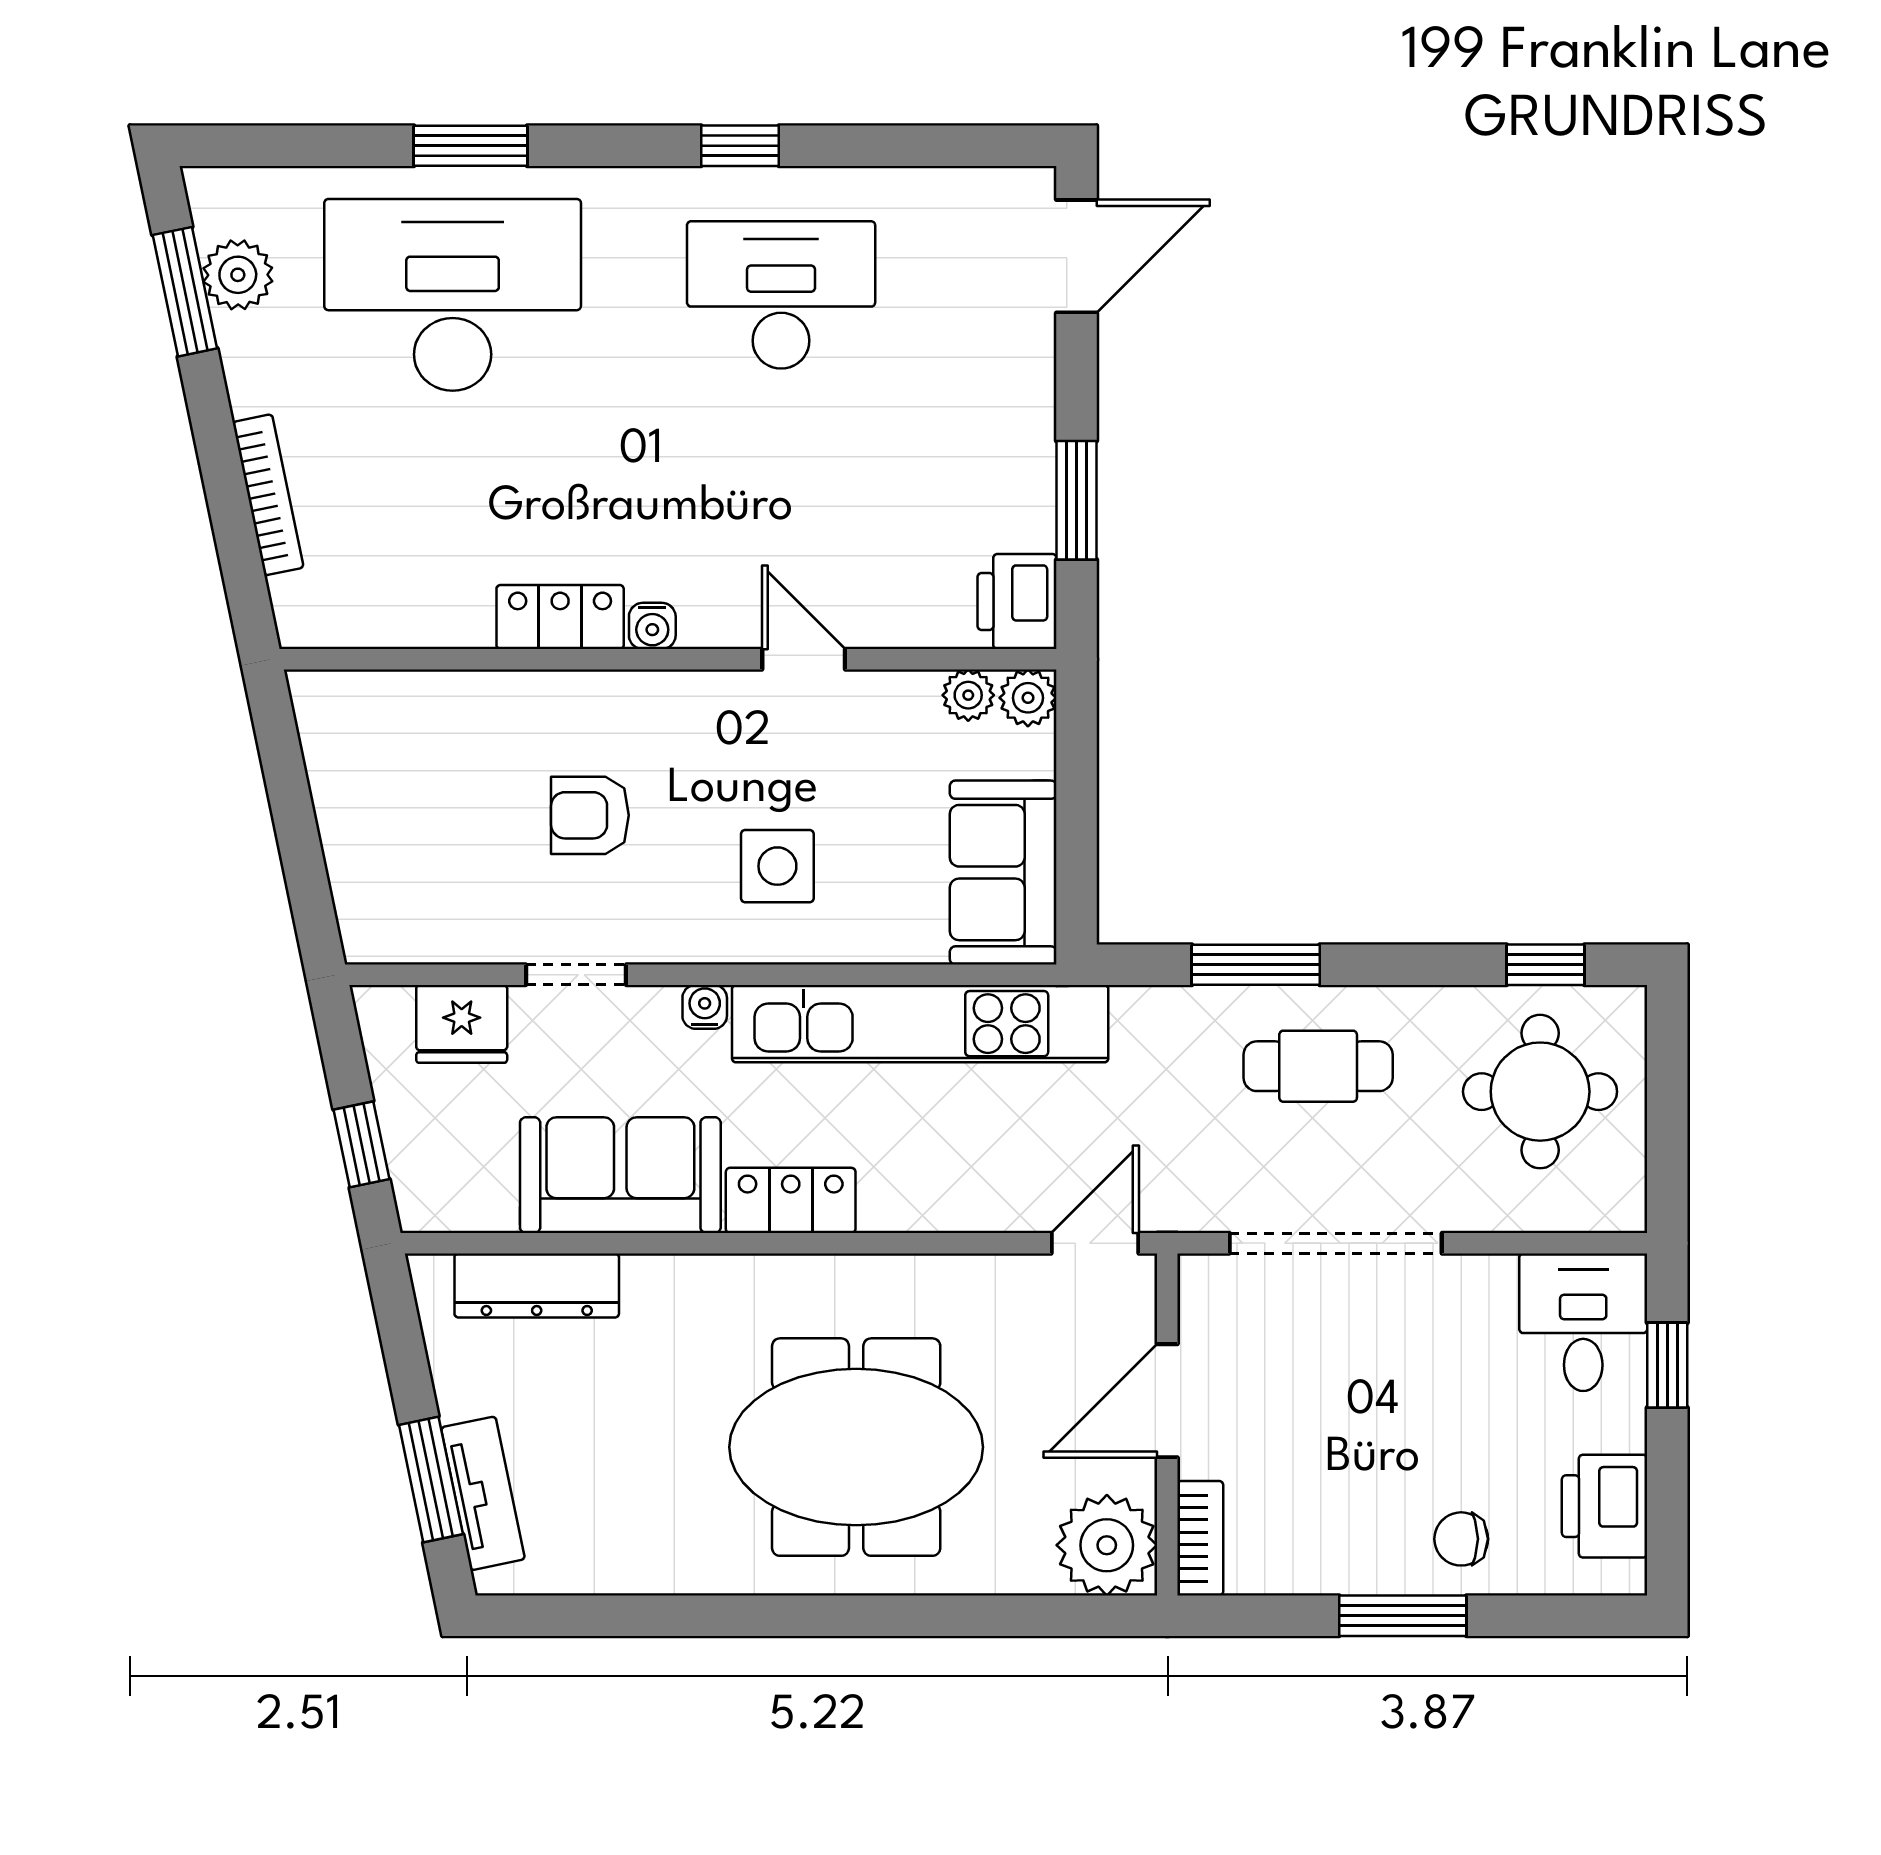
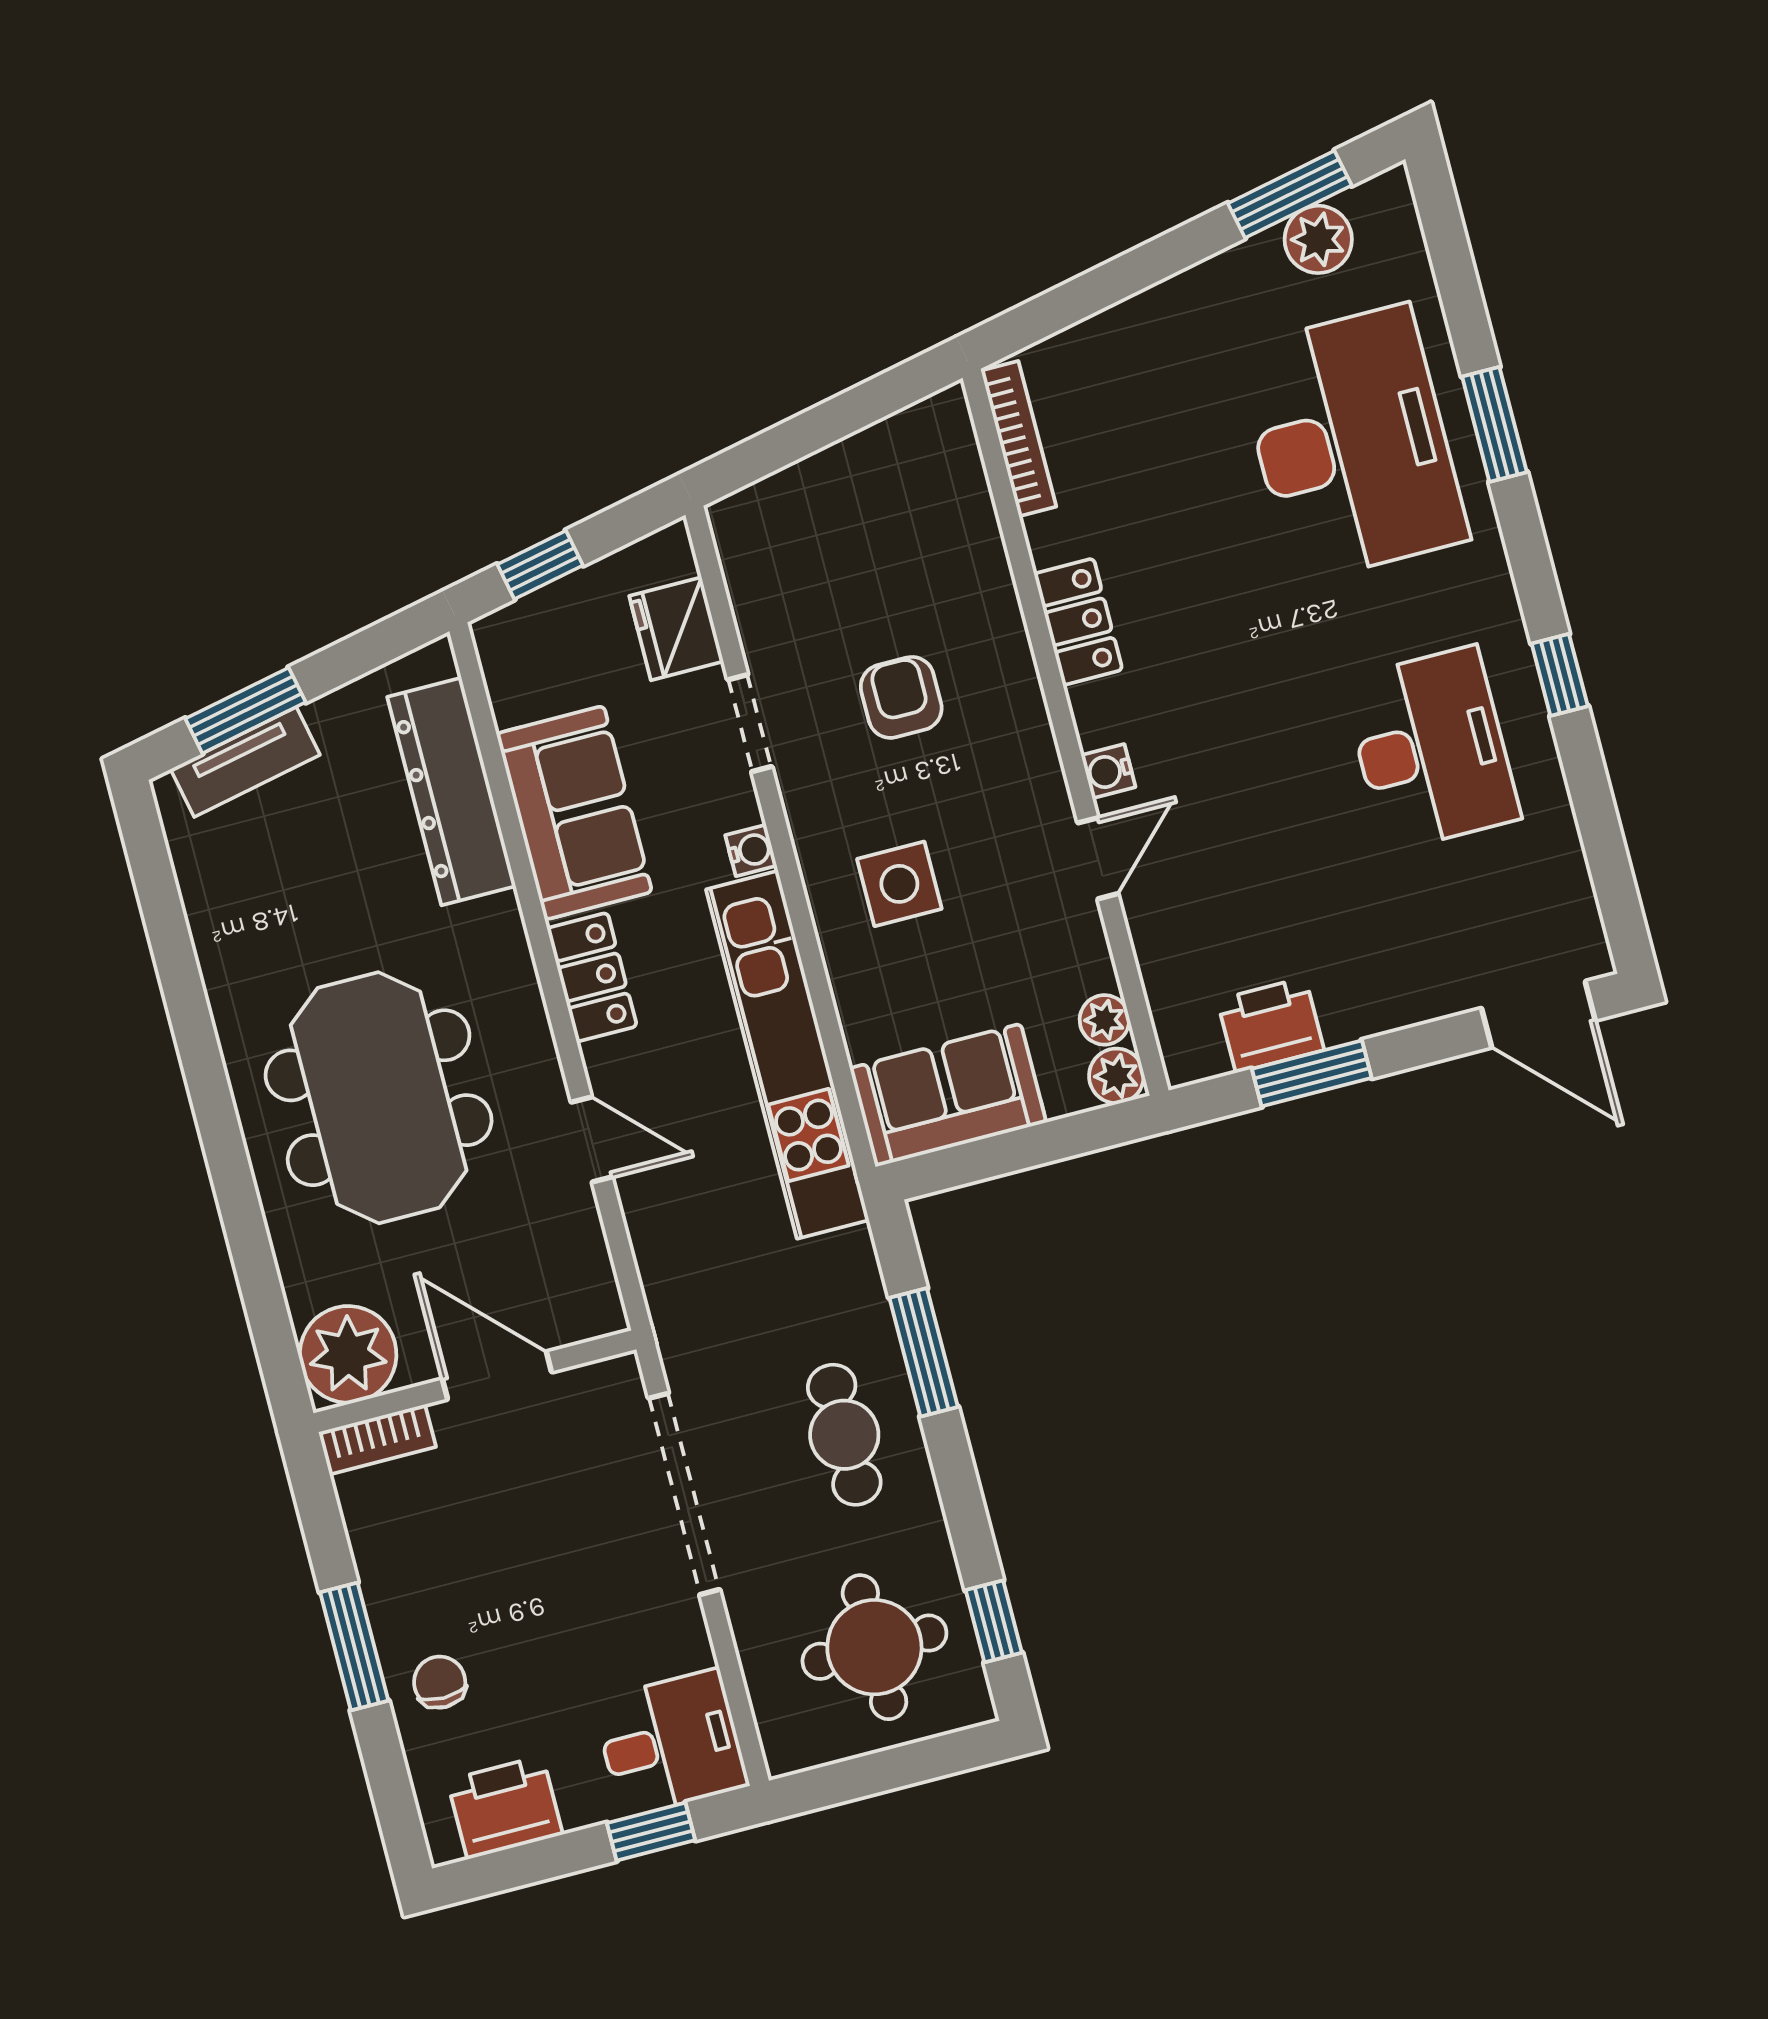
bookcase: (268, 495) -> (1019, 439), moved, turned -78
printer: (1017, 601) -> (1271, 1025), moved
water cooler: (652, 626) -> (1108, 771), moved
door: (1095, 1243) -> (592, 1139), moved
dresser: (537, 1285) -> (451, 792), width x1.37, depth x1.24

